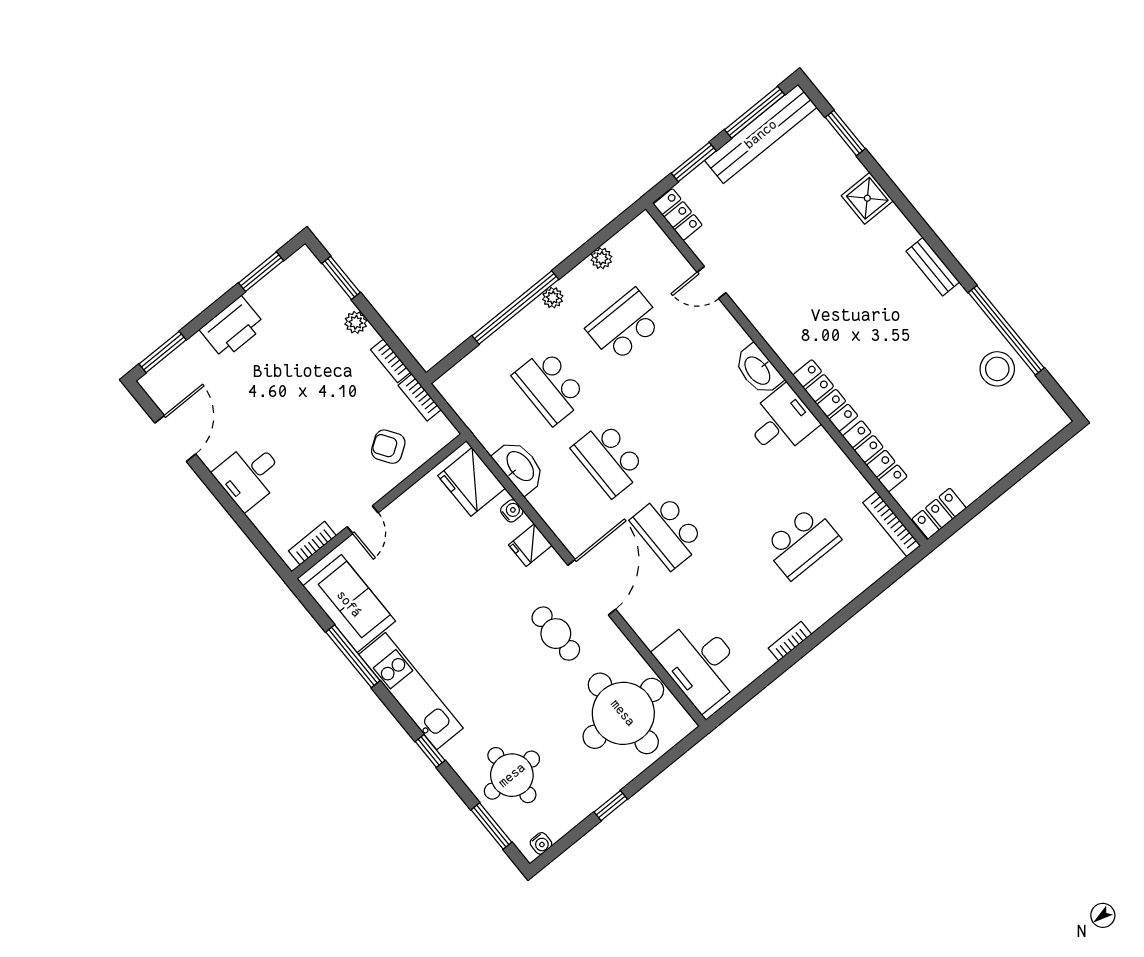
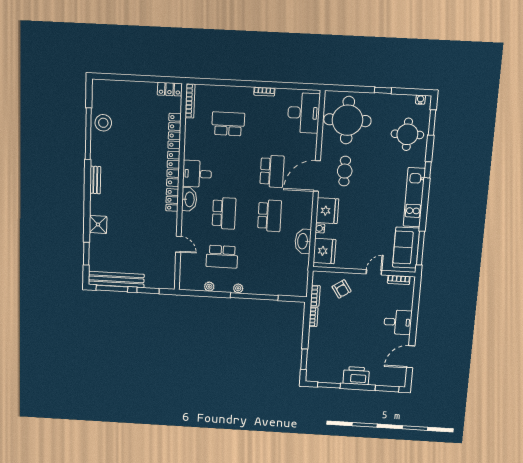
locker: (678, 215) -> (172, 200), moved
plant: (356, 322) -> (313, 340), removed
school desk: (550, 387) -> (224, 213), moved
fridge: (530, 545) -> (327, 211), width x1.88, depth x1.34
window: (353, 656) -> (421, 248), moved

